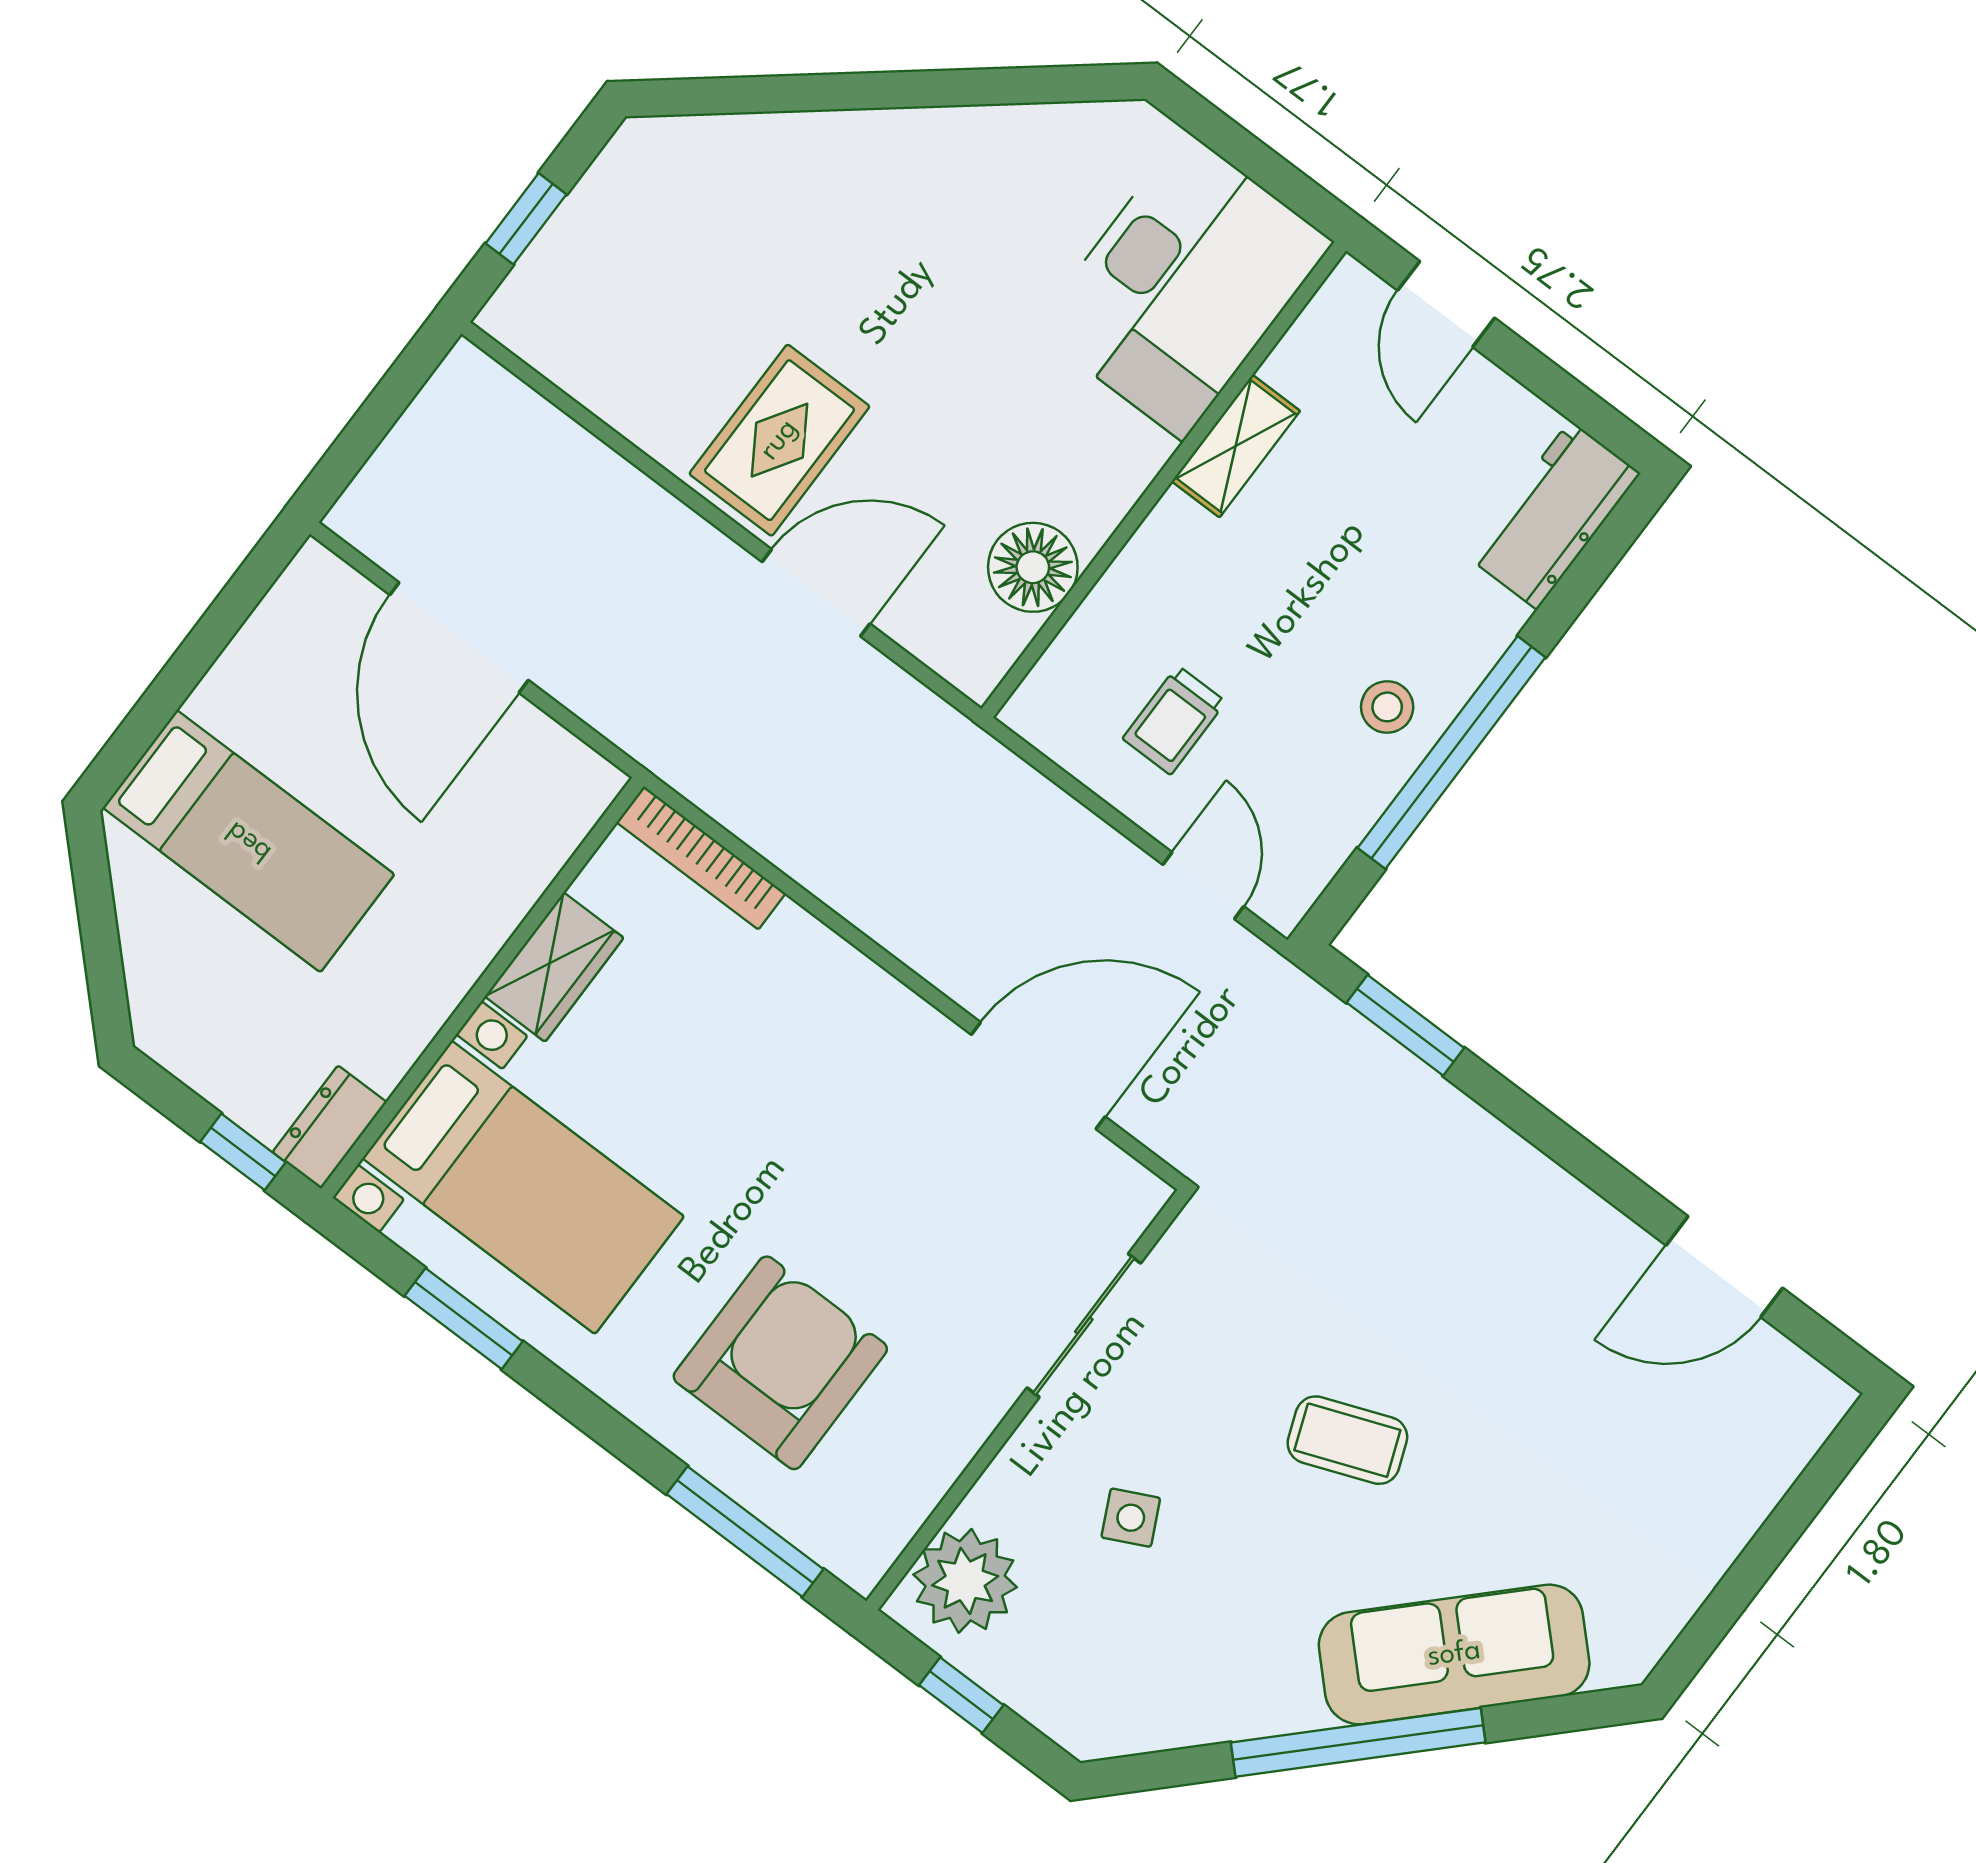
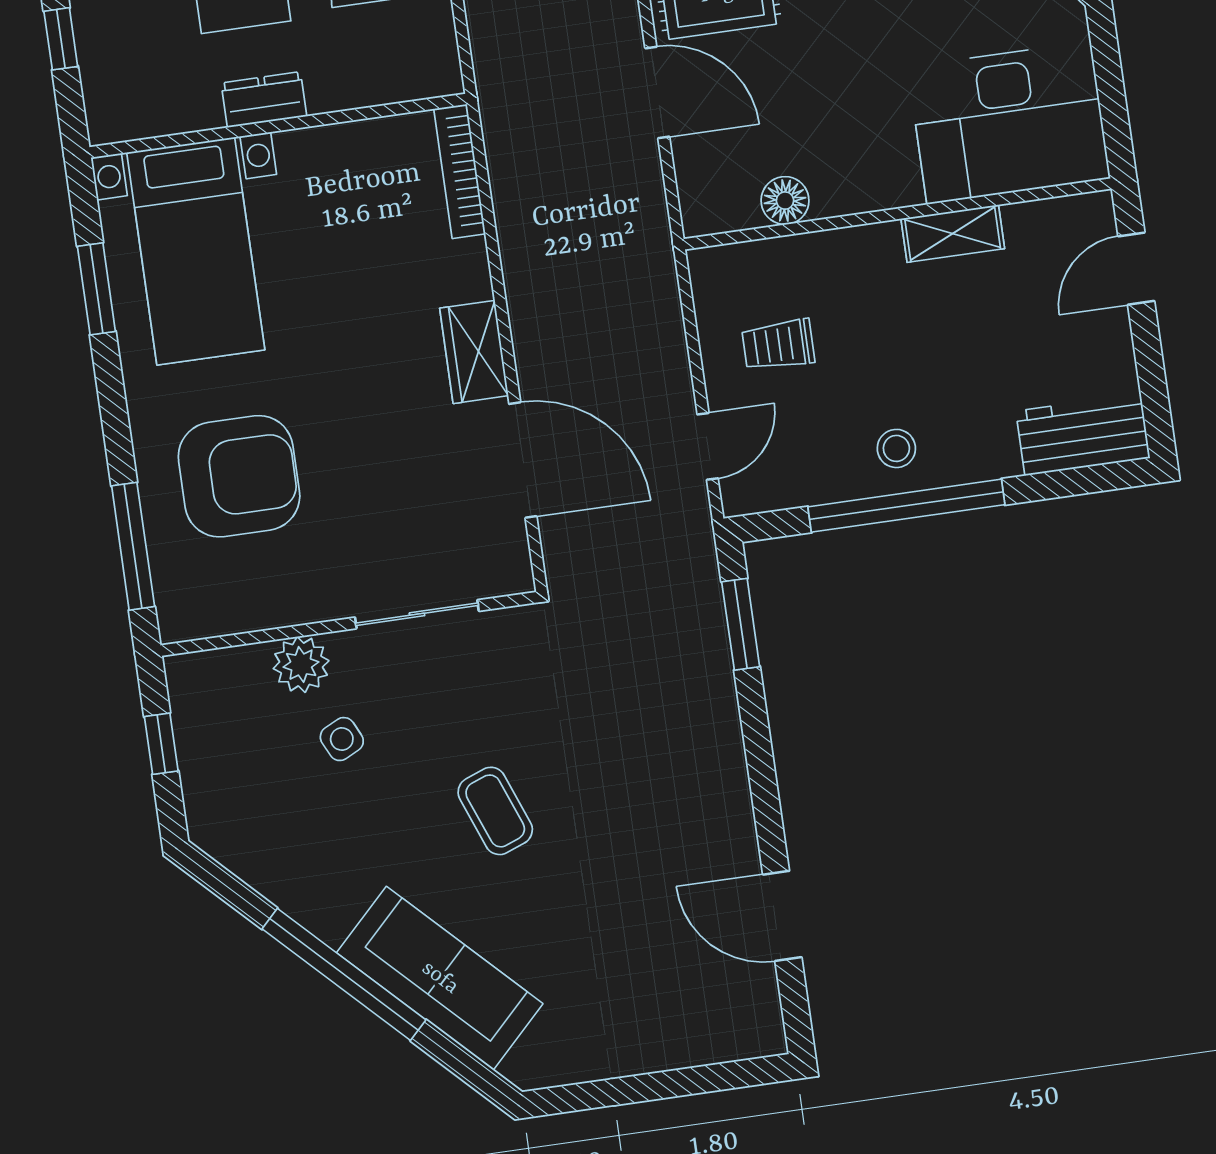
floor lamp: (1033, 567) -> (785, 201), width x0.73, depth x0.73
wardrobe: (554, 967) -> (474, 352), moved, turned 90
dresser: (330, 1127) -> (264, 100), moved
window: (243, 1152) -> (61, 39), moved
plant: (965, 1581) -> (301, 665), moved, width x0.73, depth x0.73

